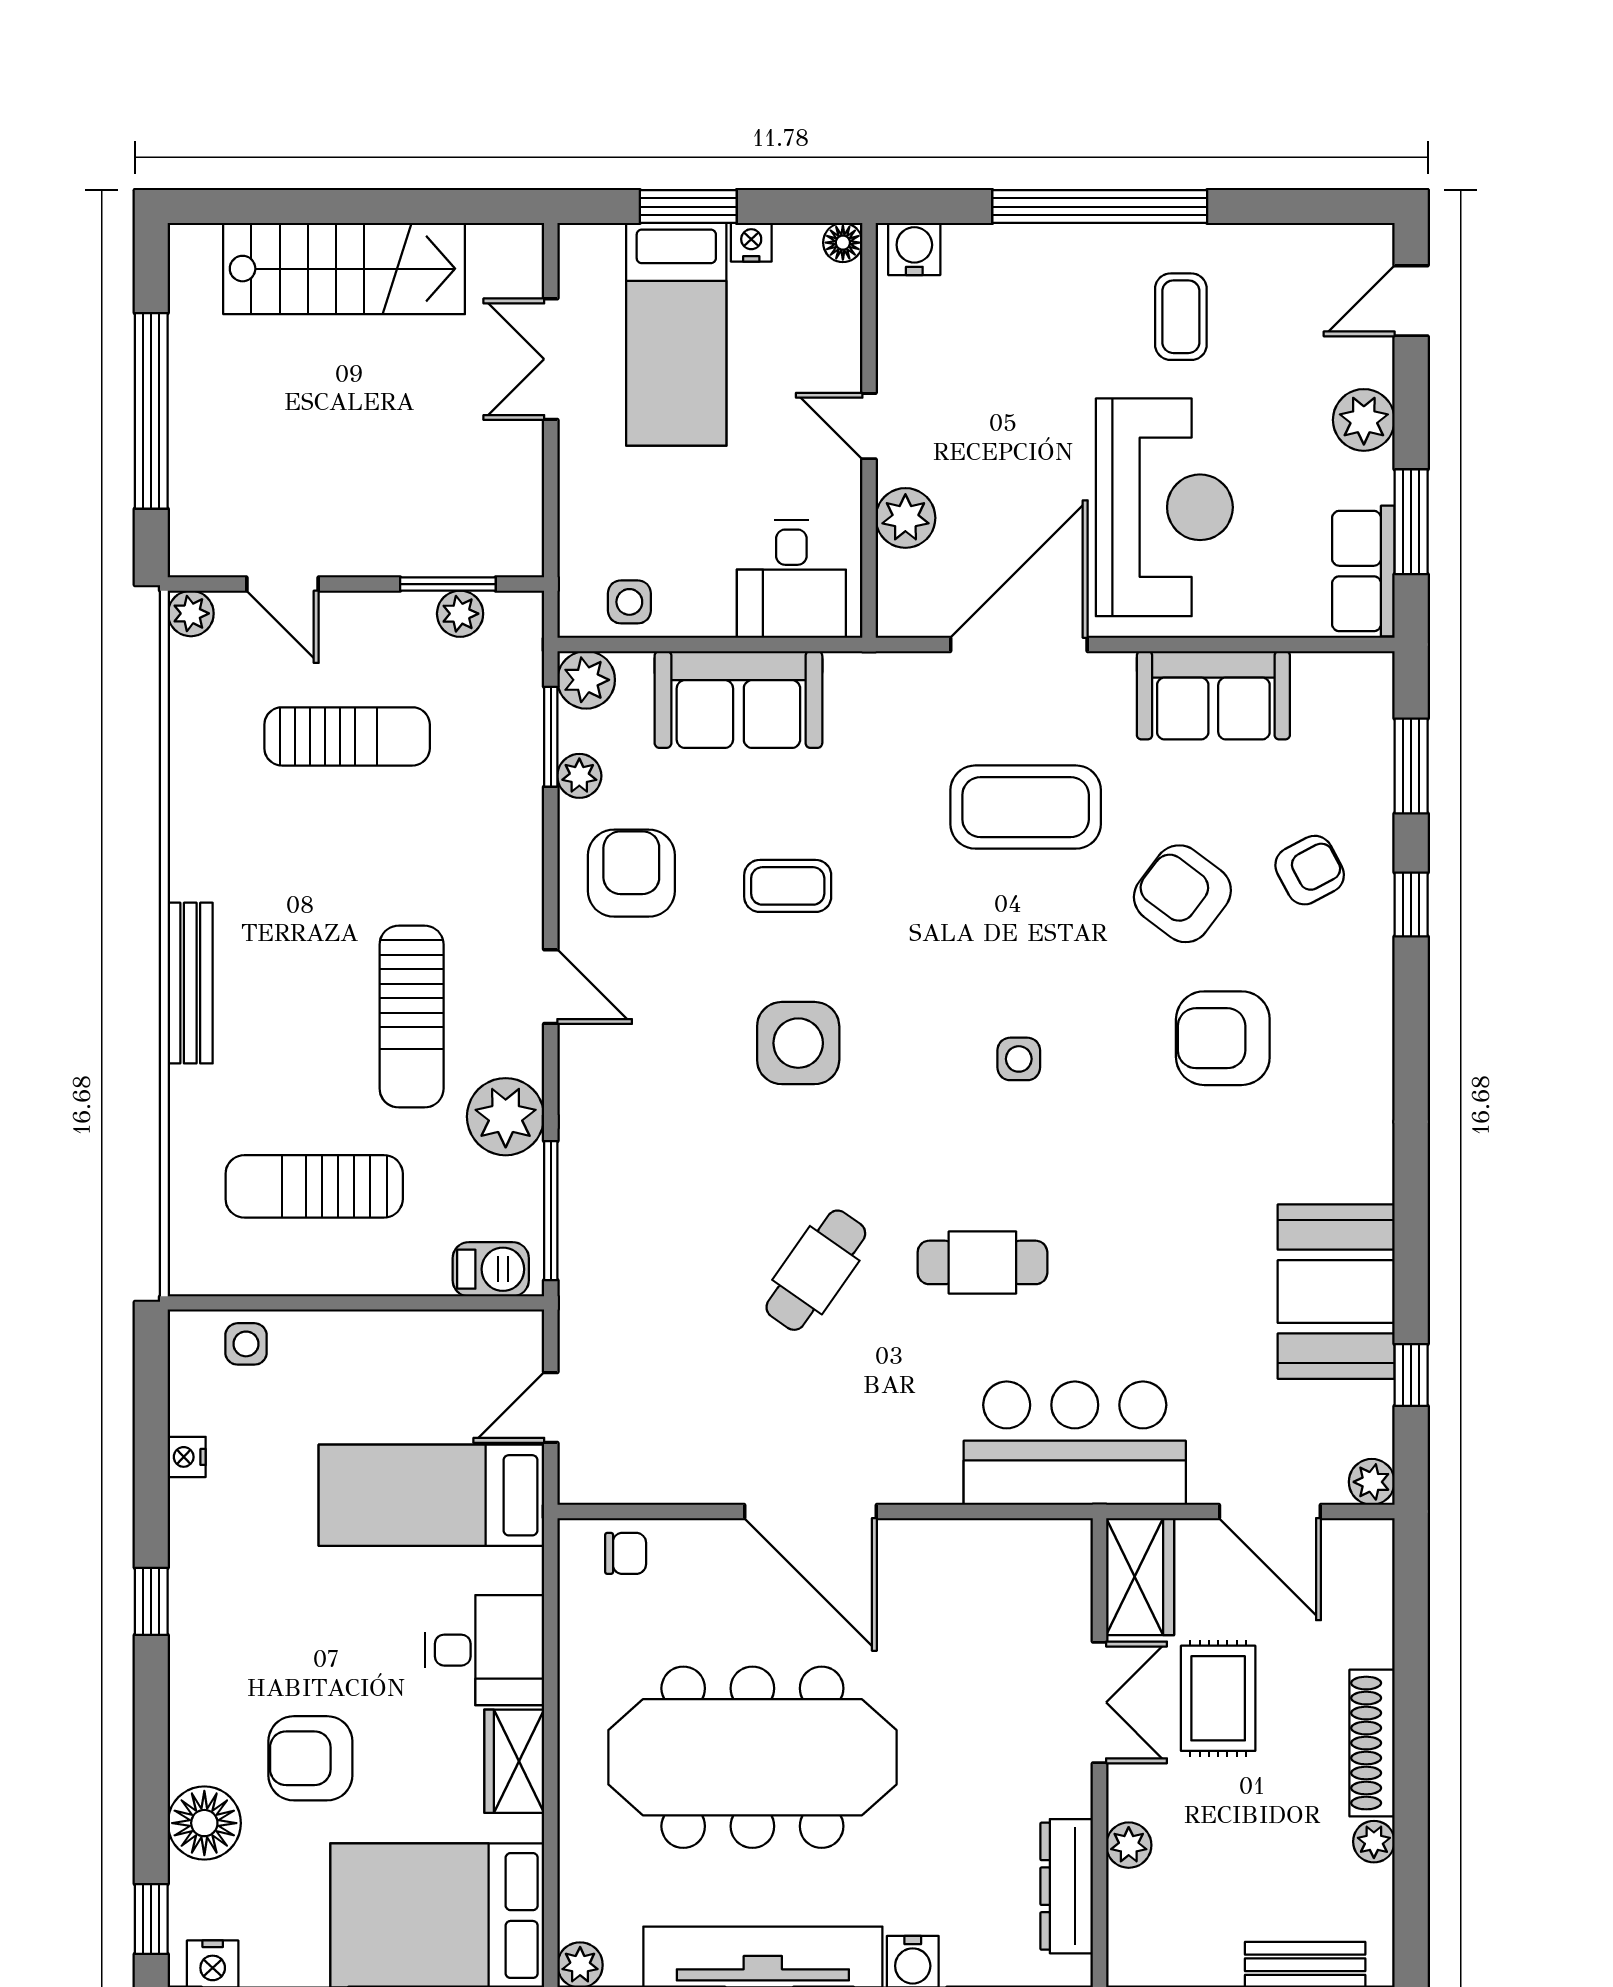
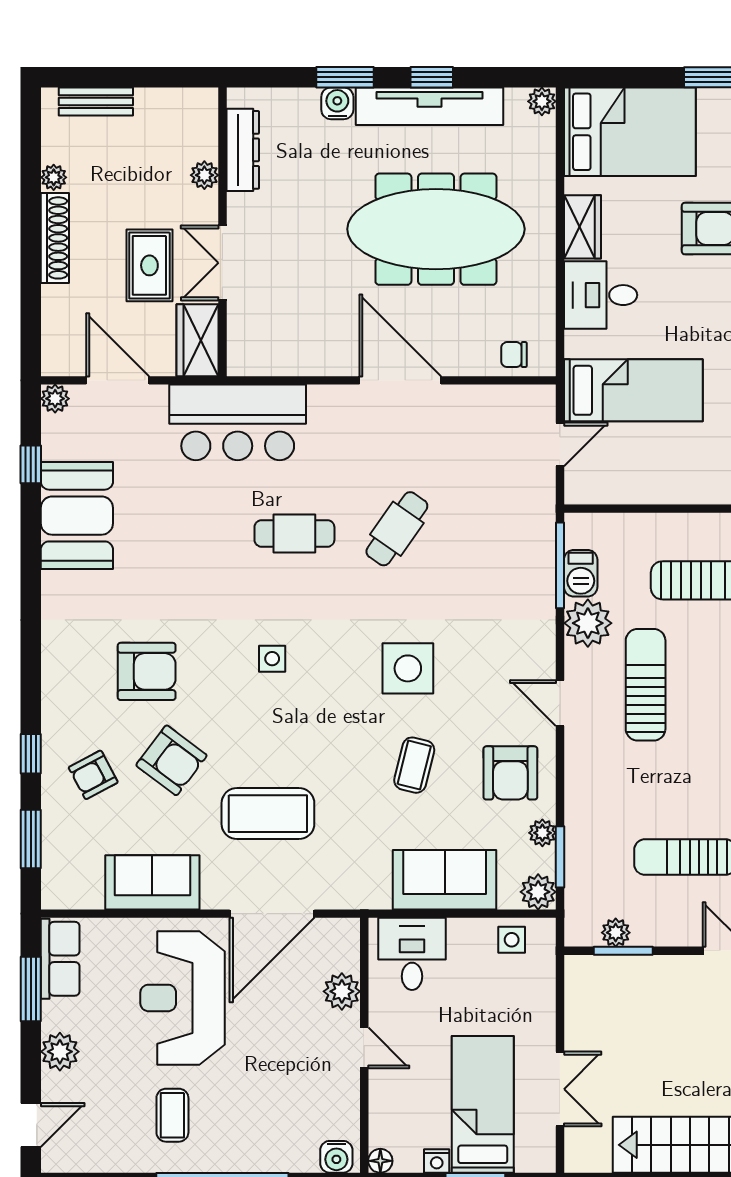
coffee table: (788, 886) -> (414, 765), turned -76
barbecue: (491, 1269) -> (581, 573), moved, turned -90

